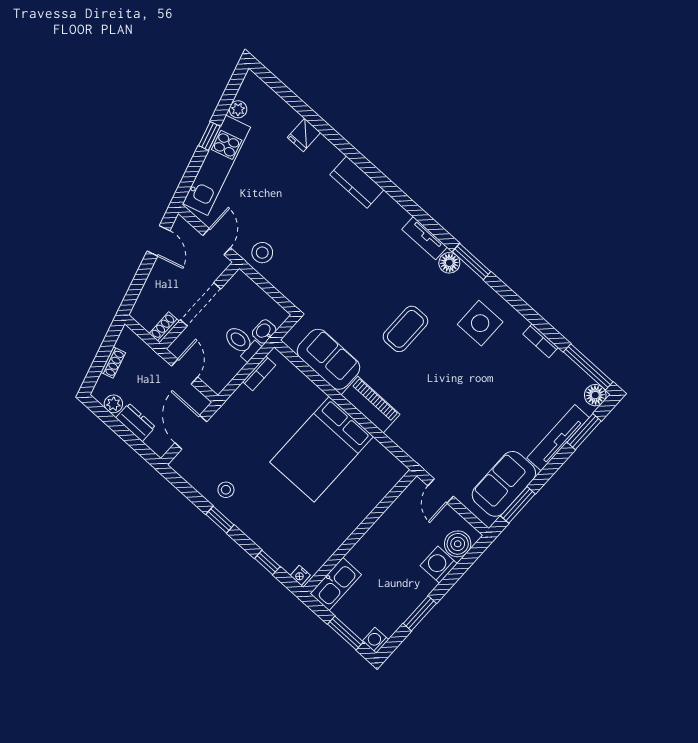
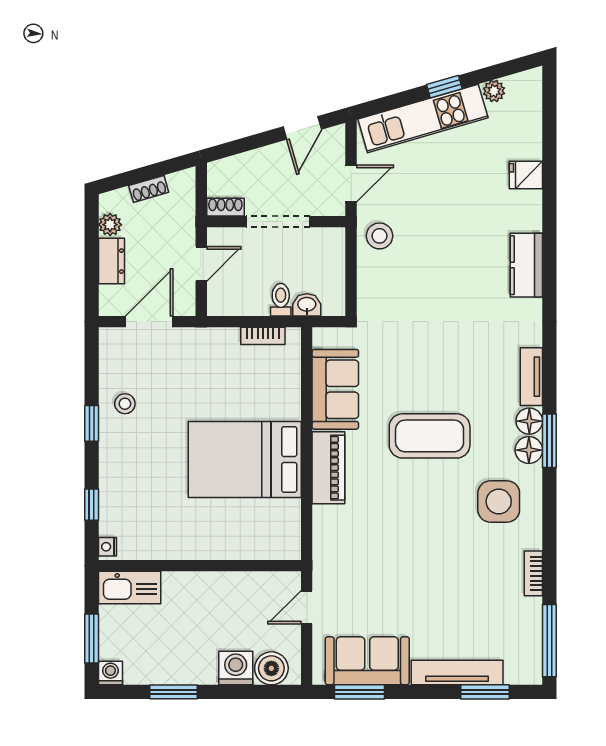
coffee table: (405, 329) -> (430, 436), width x1.36, depth x1.32
toilet: (242, 343) -> (281, 300), width x0.73, depth x0.72
floor lamp: (595, 395) -> (529, 450), moved

